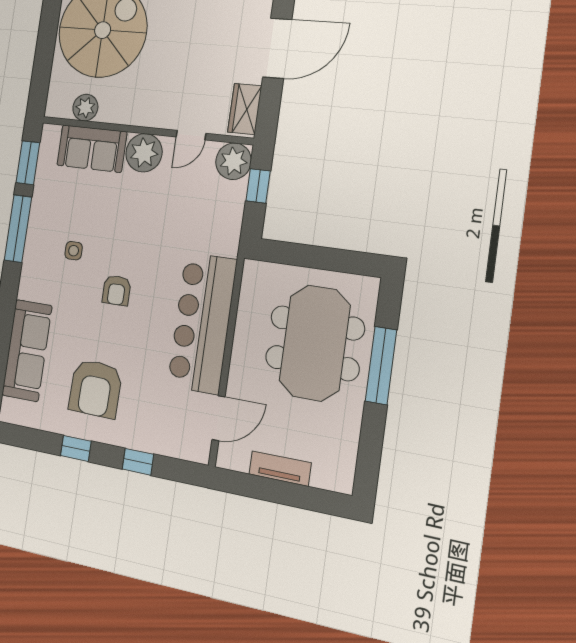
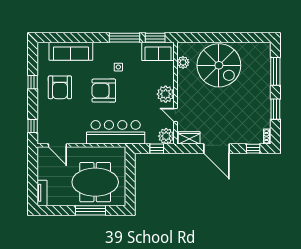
sofa: (92, 149) -> (158, 51), moved, turned -90
armchair: (117, 290) -> (104, 91), width x1.88, depth x1.88
bar counter: (202, 323) -> (116, 132), moved
armchair: (95, 389) -> (60, 87), turned -91
window: (138, 462) -> (33, 126), moved
tv unit: (280, 469) -> (42, 193), moved

